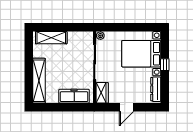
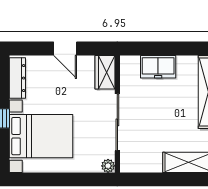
freezer: (74, 96) -> (158, 67), width x0.71
door: (127, 107) -> (65, 48), swing flipped

